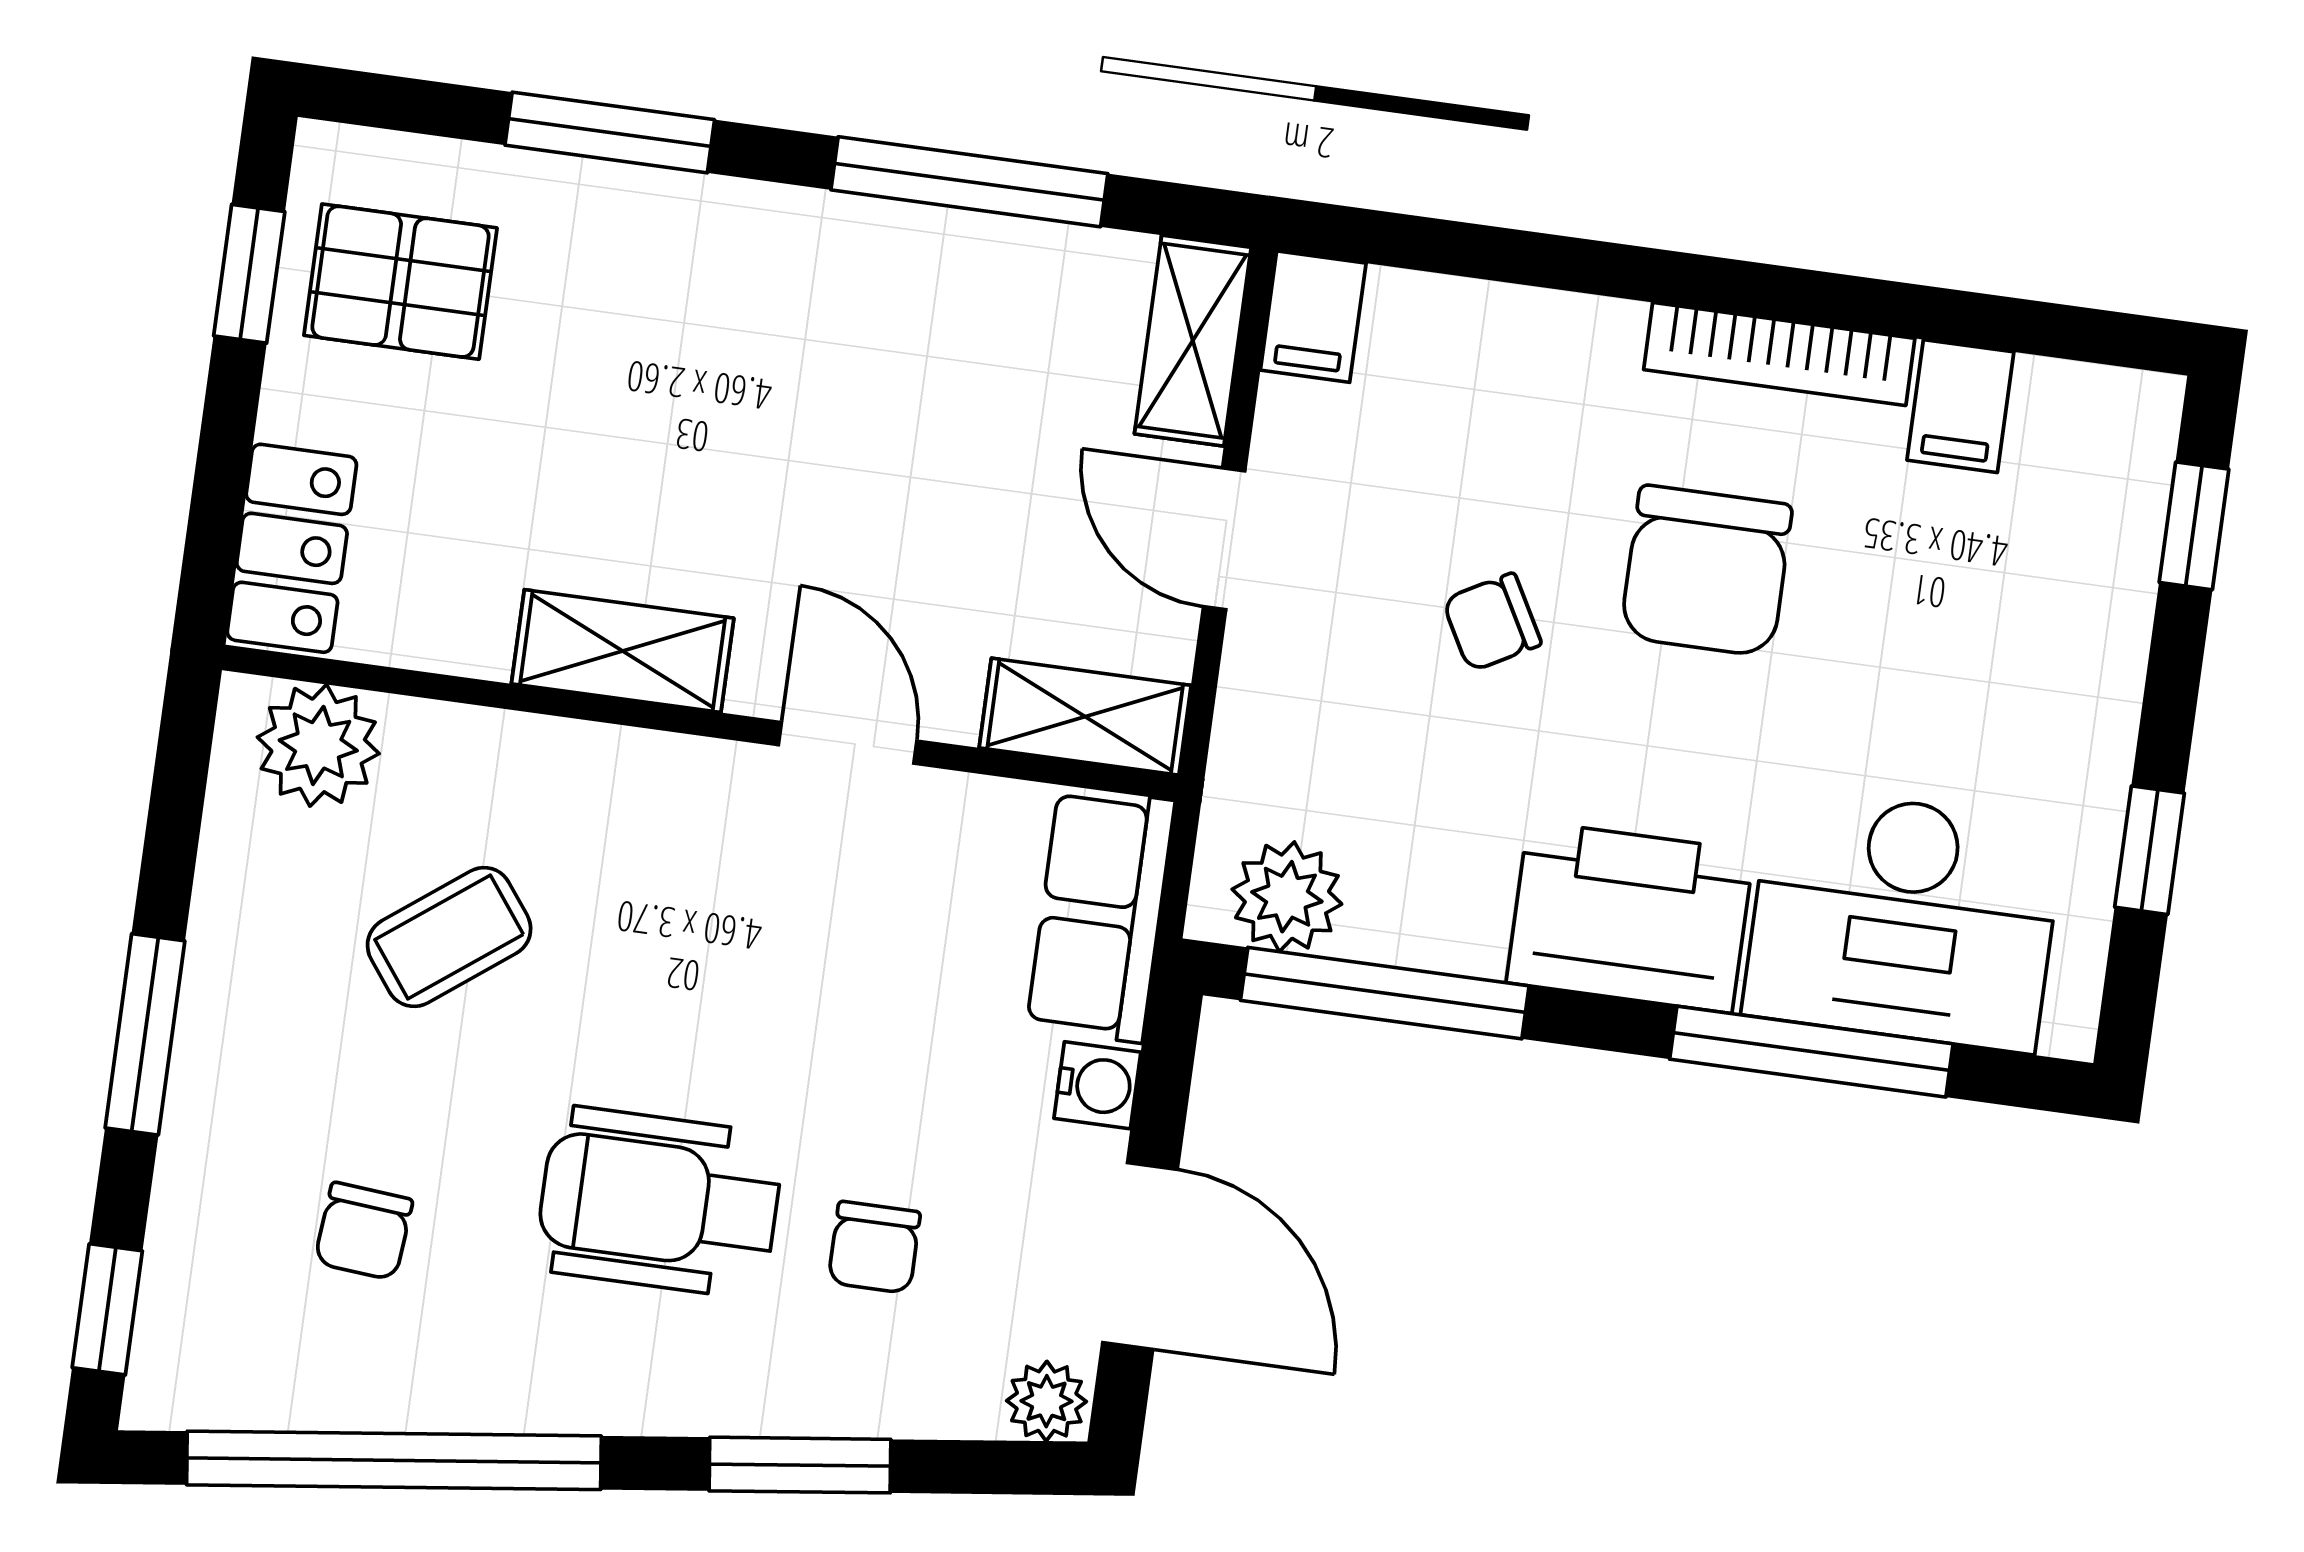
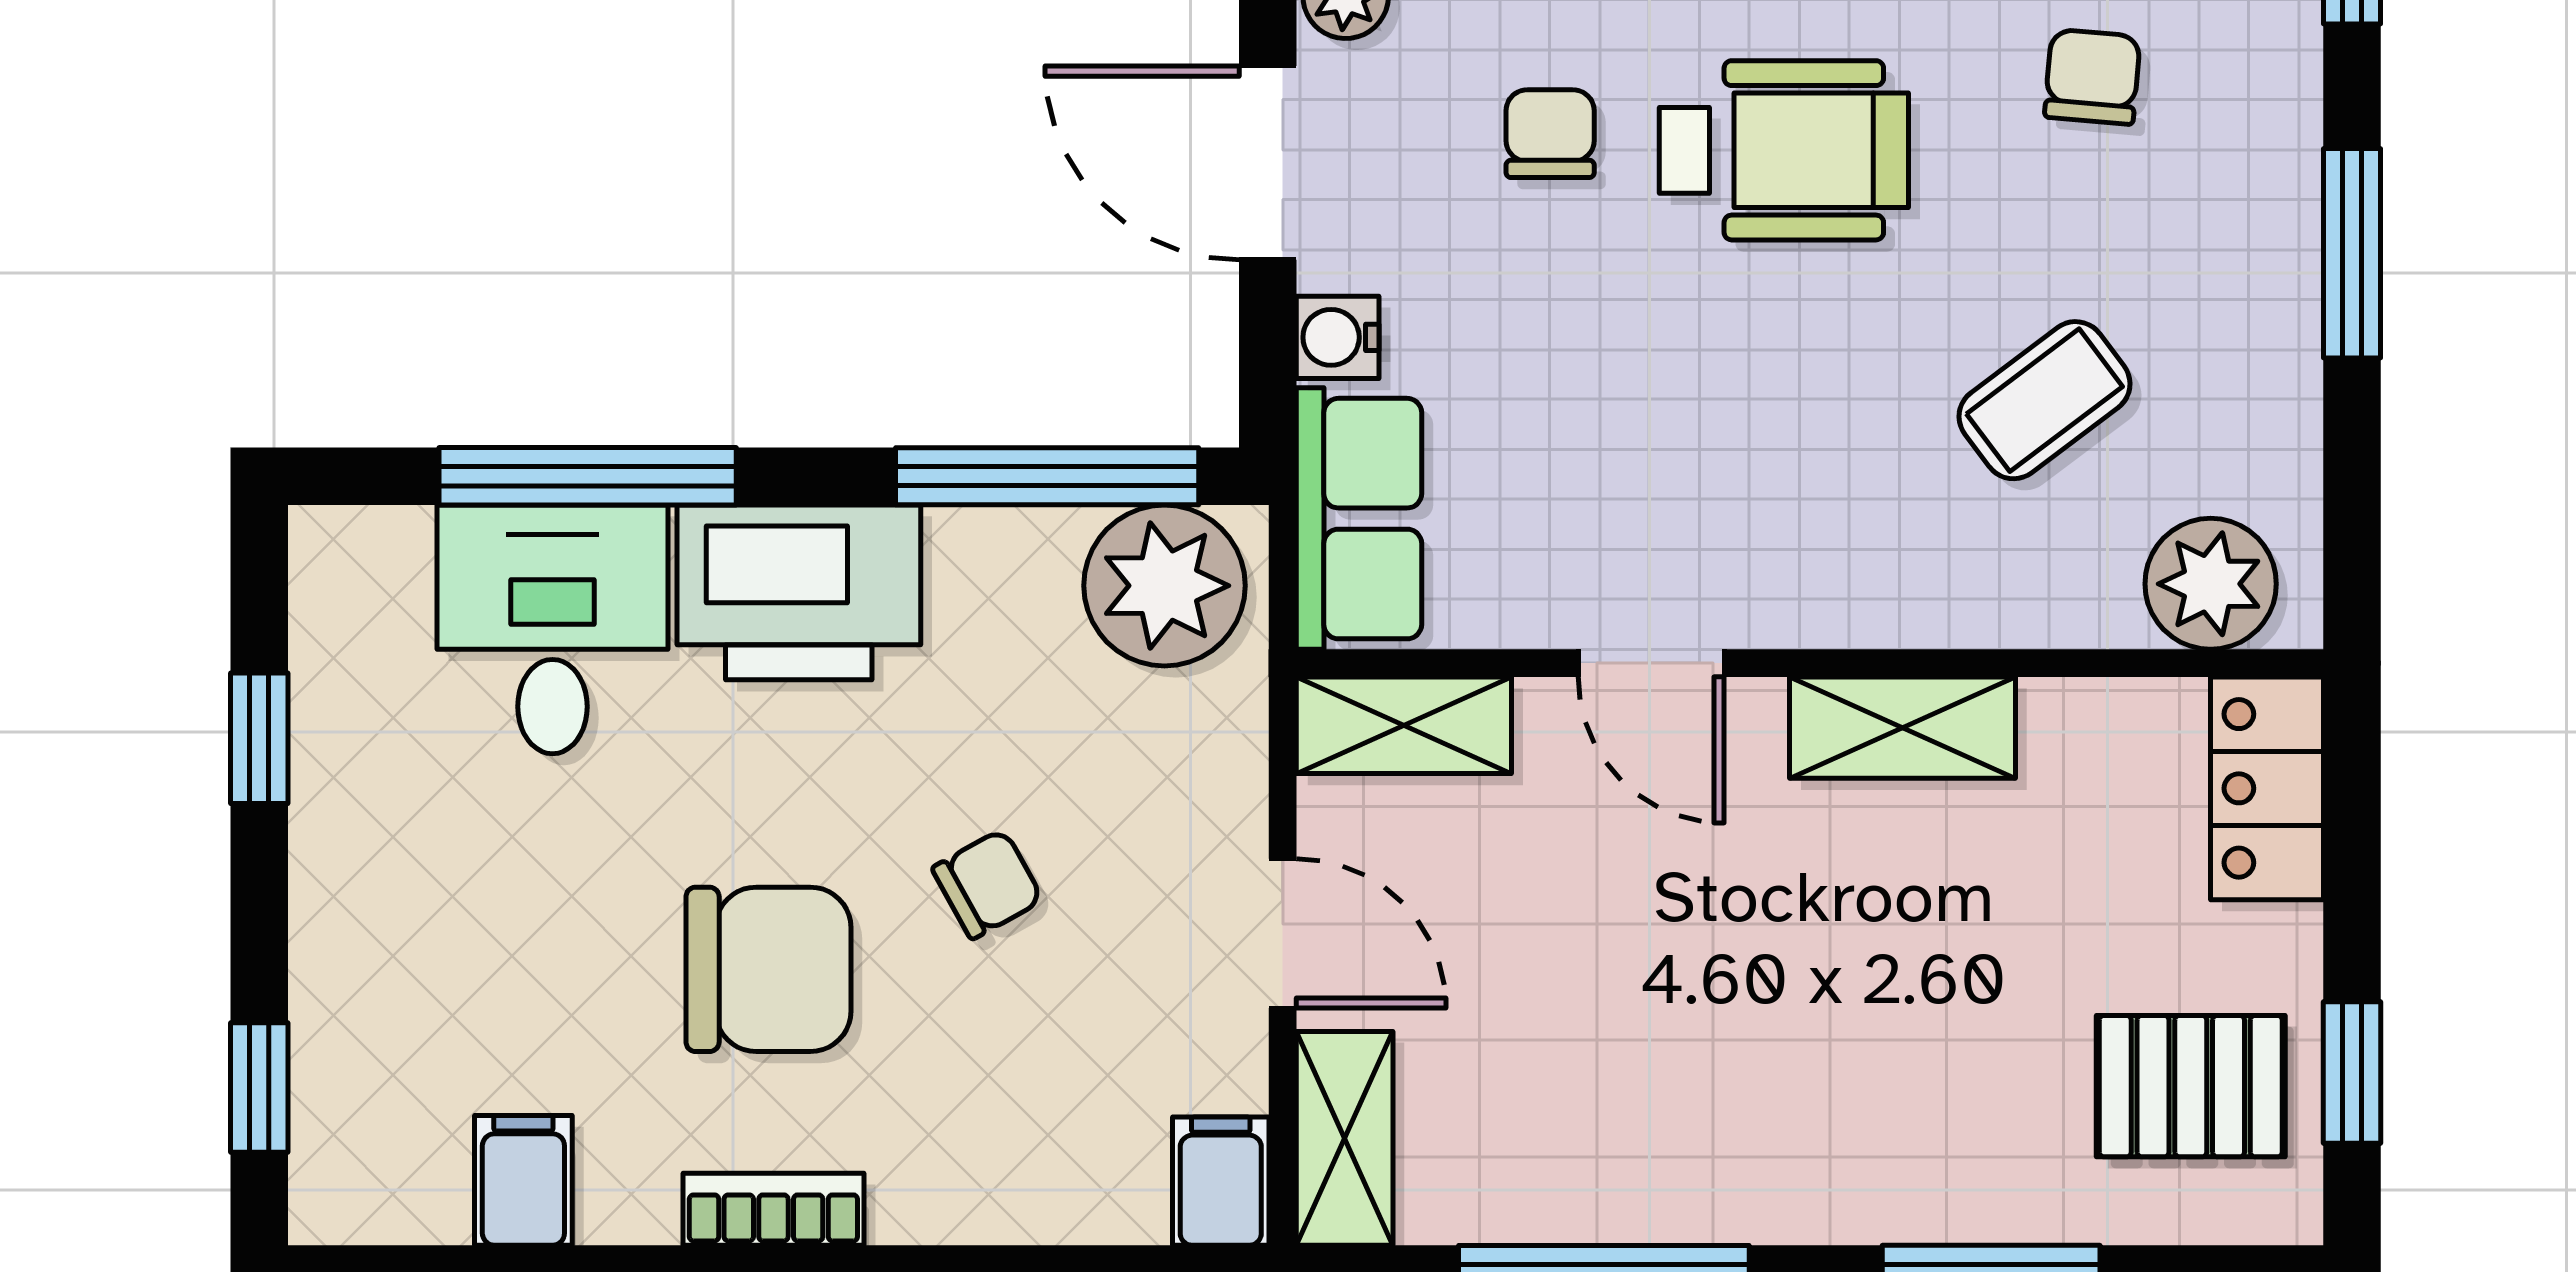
bookcase: (1779, 354) -> (773, 1209), width x0.64
chair: (1706, 571) -> (768, 969), turned 90
plant: (1287, 897) -> (1164, 586), width x1.36, depth x1.36
desk: (1903, 919) -> (552, 629), width x0.73

